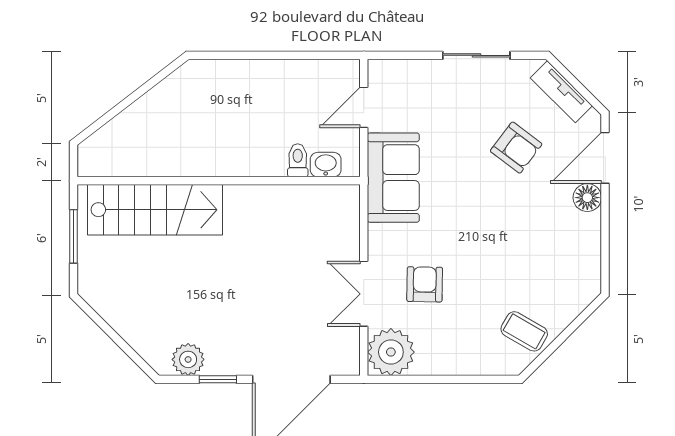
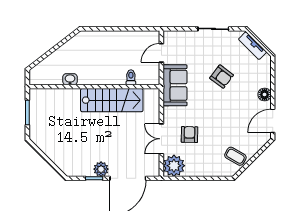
armchair: (516, 148) -> (222, 77), moved
door: (605, 158) -> (273, 121), moved
washbasin: (326, 165) -> (70, 79), moved
stairs: (155, 210) -> (112, 100), moved
plant: (188, 359) -> (101, 169), moved

